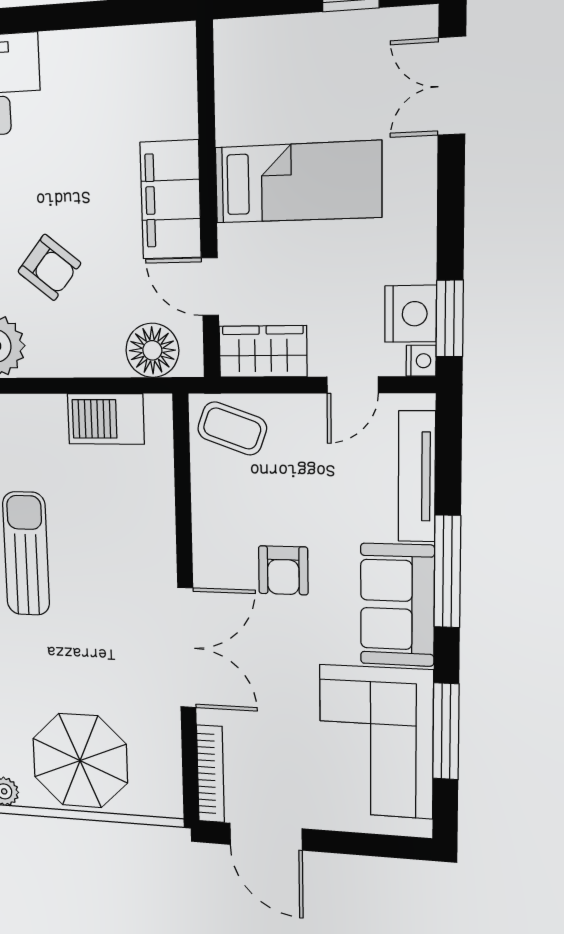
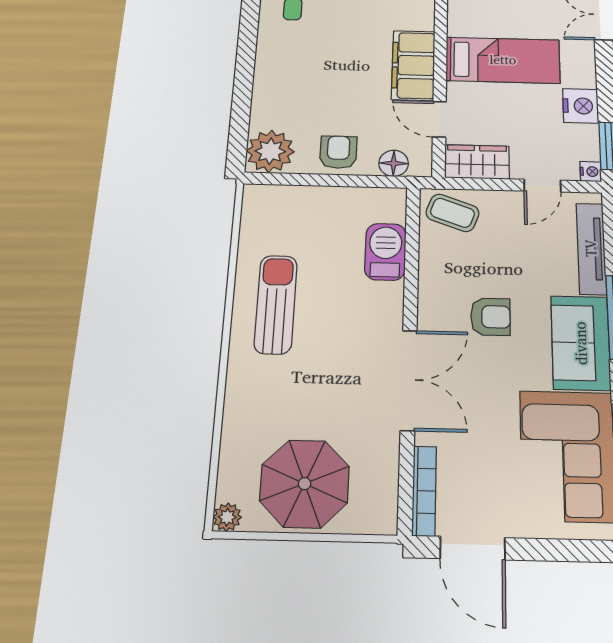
armchair: (49, 267) -> (338, 152), moved, turned -129
nightstand: (411, 314) -> (581, 106), moved
floor lamp: (152, 350) -> (394, 163), width x0.73, depth x0.73
barbecue: (106, 419) -> (385, 252), moved, turned 90
armchair: (283, 570) -> (490, 317), turned -90

